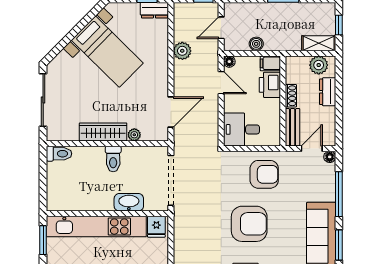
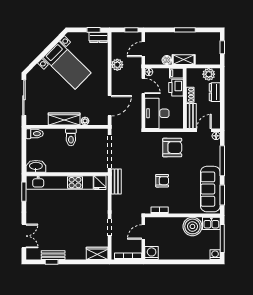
shelving: (319, 43) -> (184, 60), moved
desk: (241, 129) -> (157, 113), width x1.37
washbasin: (129, 202) -> (36, 166), moved
armchair: (249, 224) -> (162, 181), width x0.53, depth x0.53
bench: (181, 225) -> (116, 181), added

